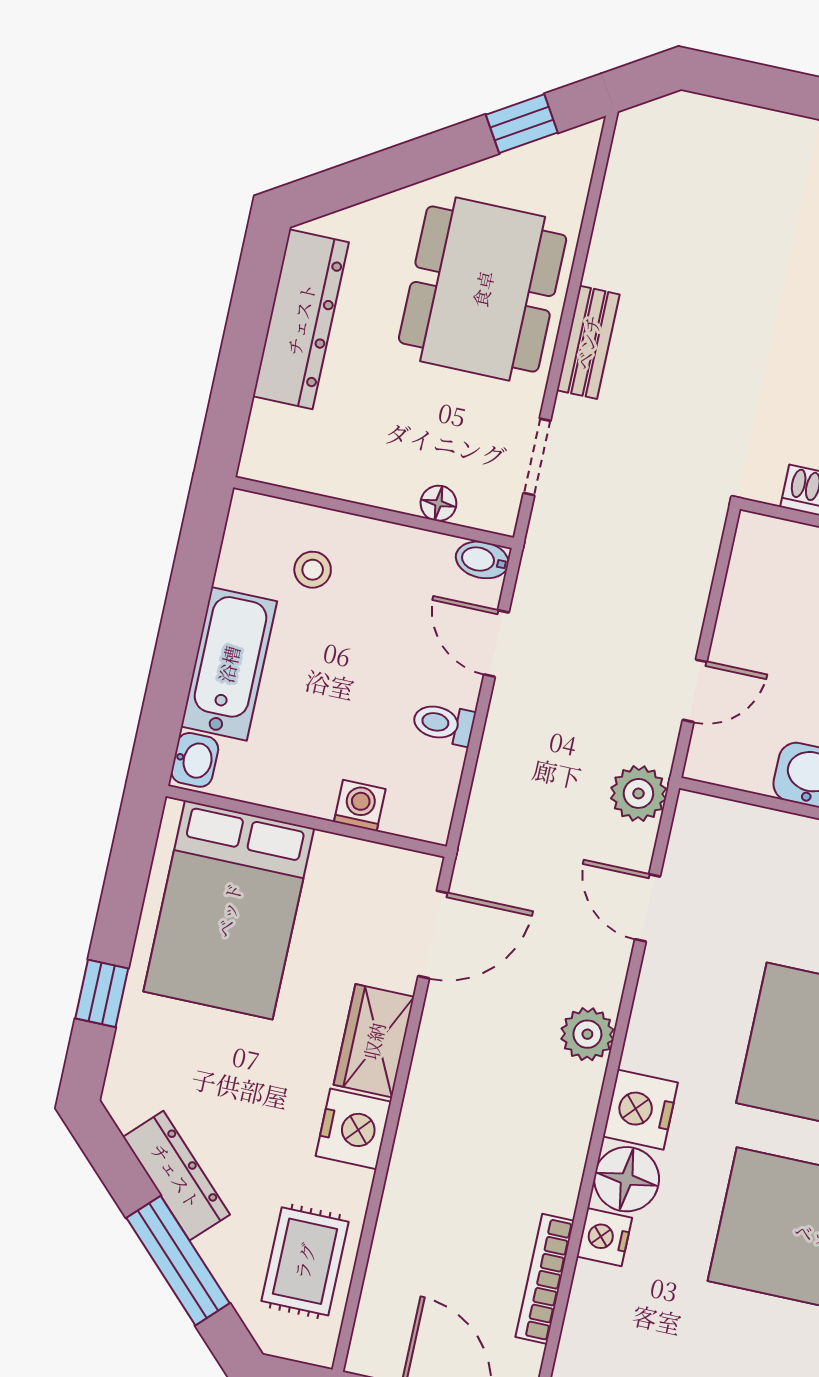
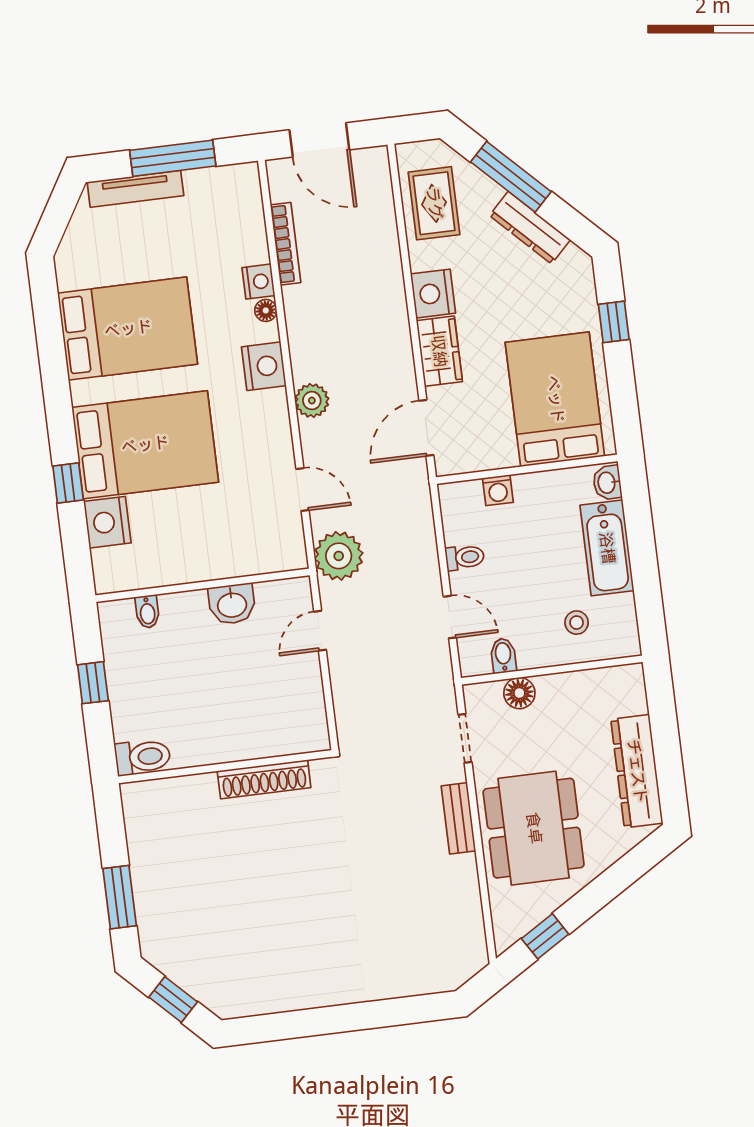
floor lamp: (438, 503) -> (519, 693), width x1.37, depth x1.37
bidet: (482, 560) -> (503, 656), moved, turned -90
plant: (638, 793) -> (339, 556), width x1.36, depth x1.36
floor lamp: (627, 1179) -> (266, 310), width x0.53, depth x0.53

